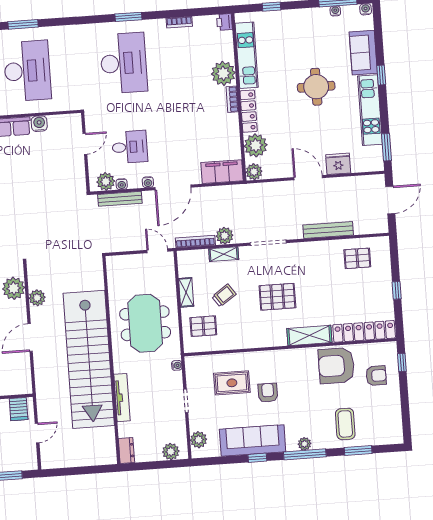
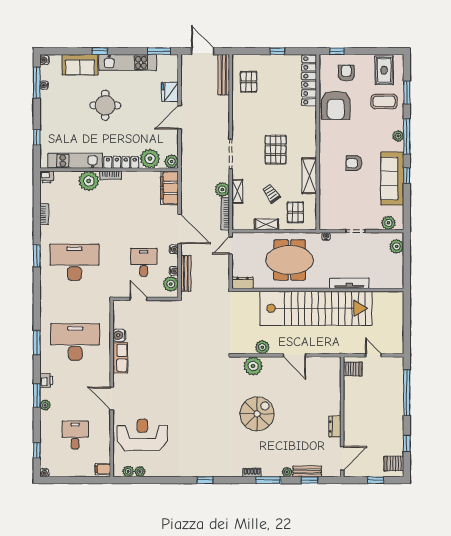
bench: (328, 230) -> (224, 75), moved
shelving: (309, 335) -> (309, 176), moved
rug: (232, 383) -> (384, 70), moved
dresser: (126, 450) -> (242, 283), moved

